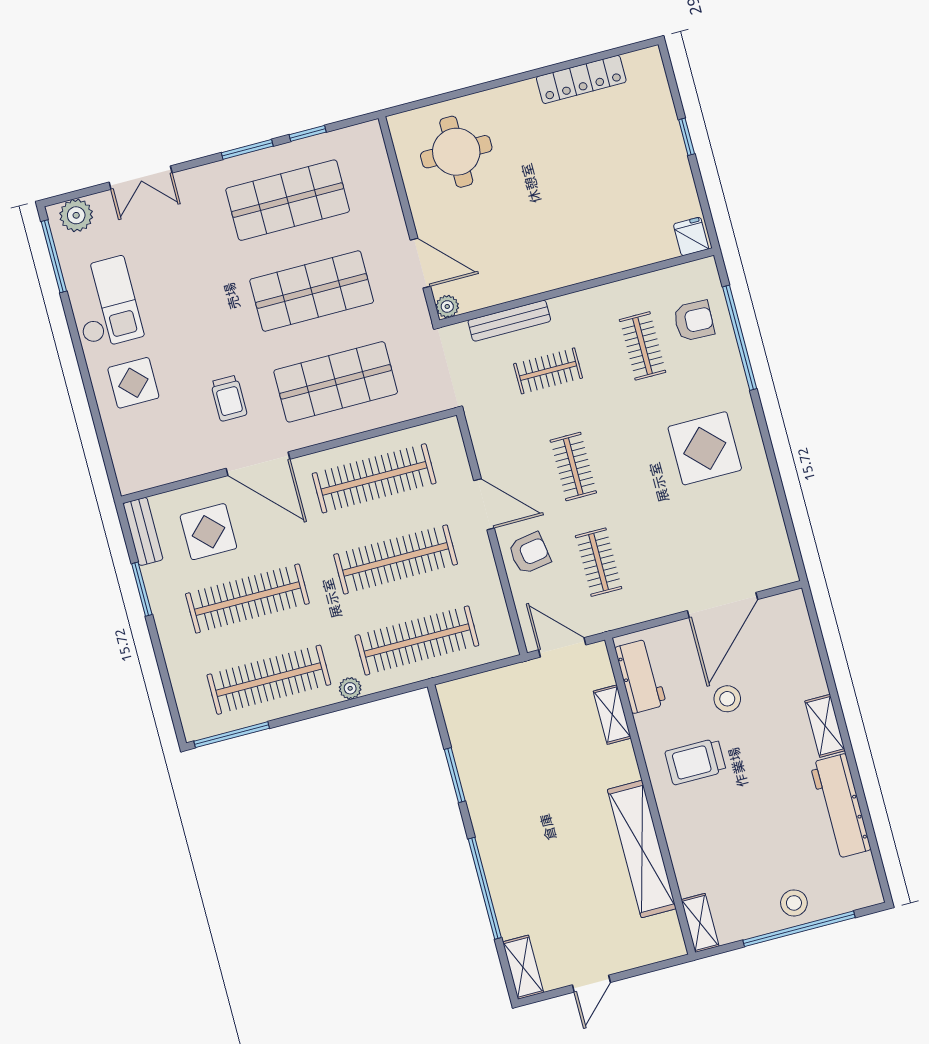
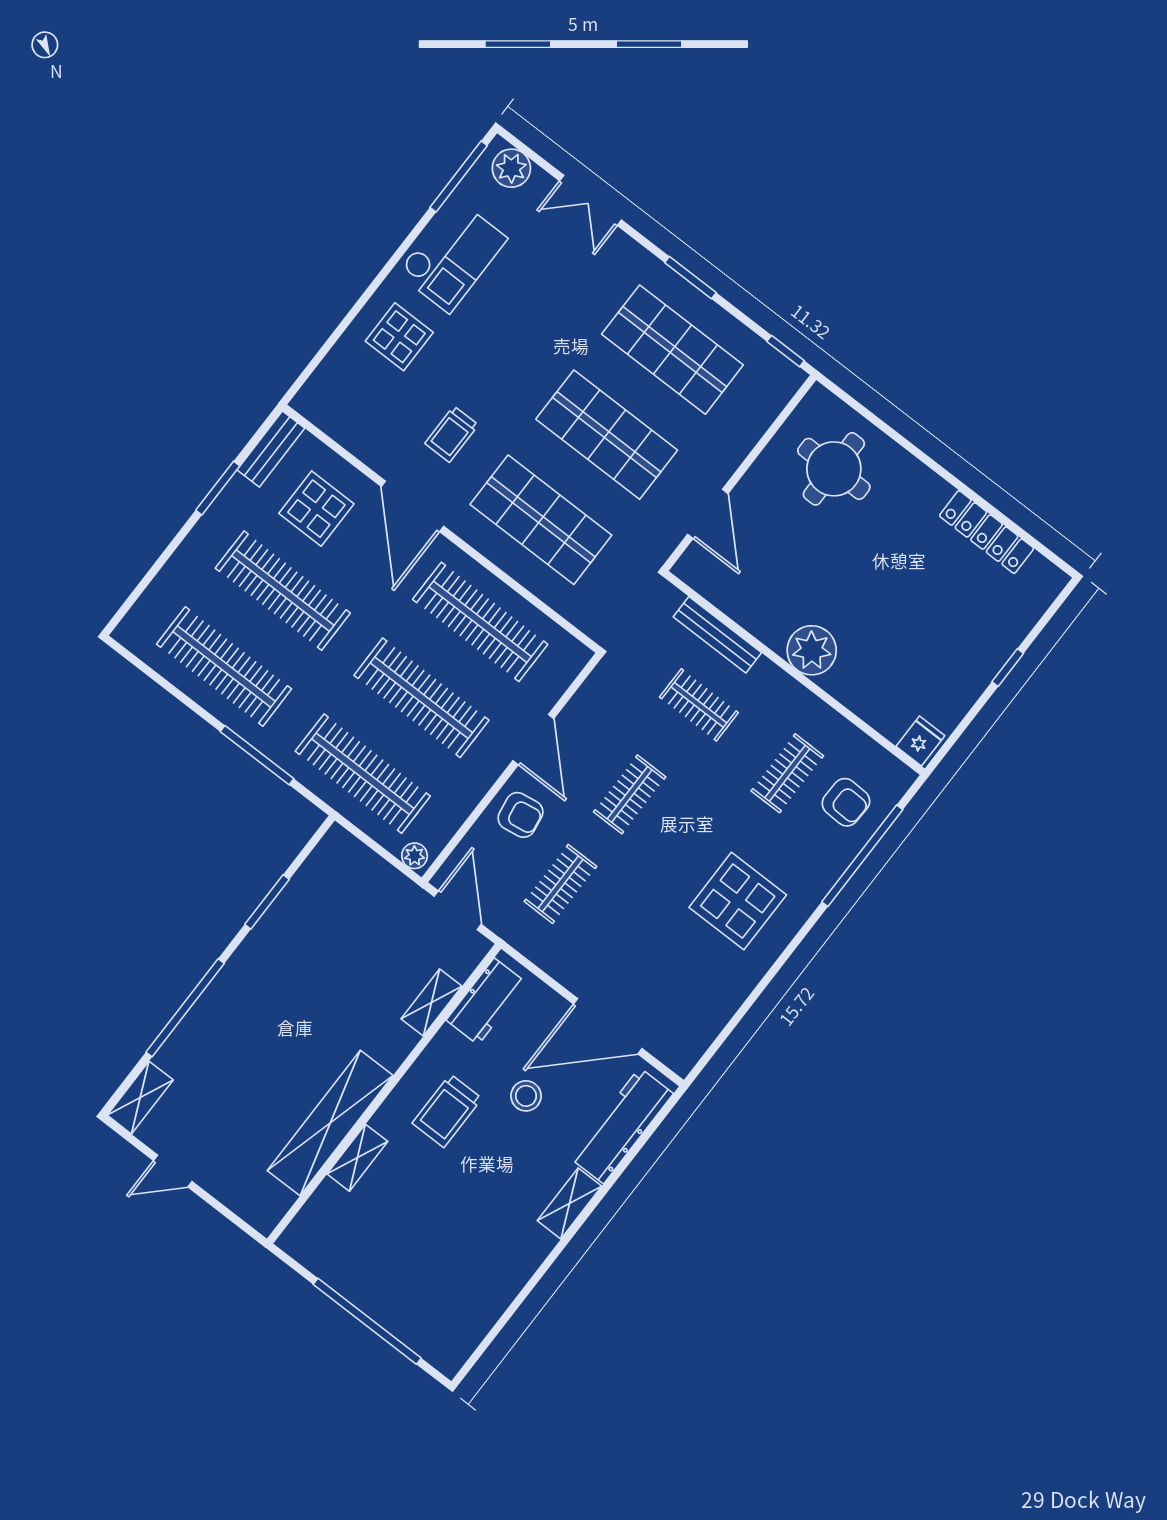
window: (308, 133) -> (786, 351), moved
plant: (447, 306) -> (812, 650), moved, width x1.87, depth x1.87
plant: (350, 688) -> (415, 856), moved
window: (232, 735) -> (257, 755), moved
trolley: (695, 761) -> (447, 1111), turned -90
workbench: (840, 806) -> (622, 1126), moved
stool: (794, 903) -> (387, 1299), removed
shelving: (700, 923) -> (357, 1158), moved

